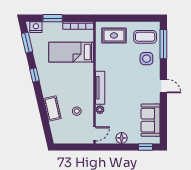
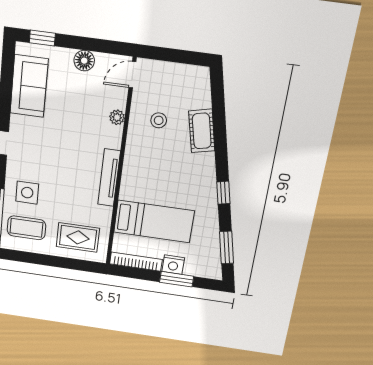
nightstand: (36, 27) -> (173, 265), moved
tv unit: (100, 88) -> (109, 178), moved

